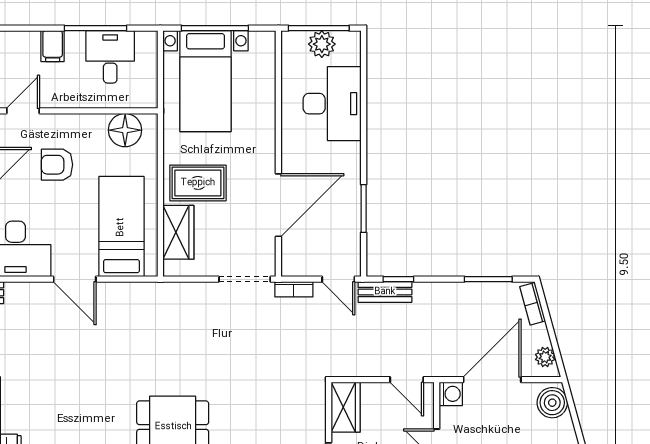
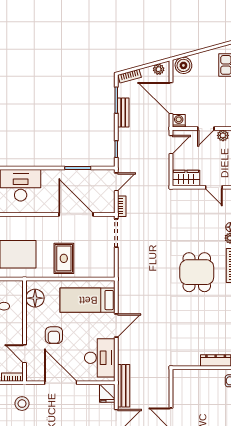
wardrobe: (178, 232) -> (91, 269), removed
bench: (385, 292) -> (123, 113), moved

